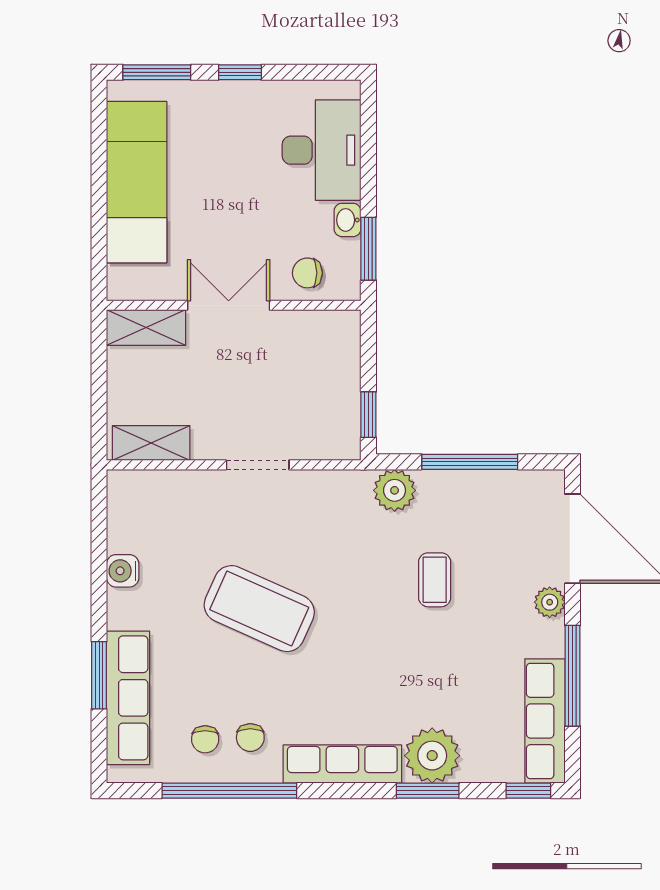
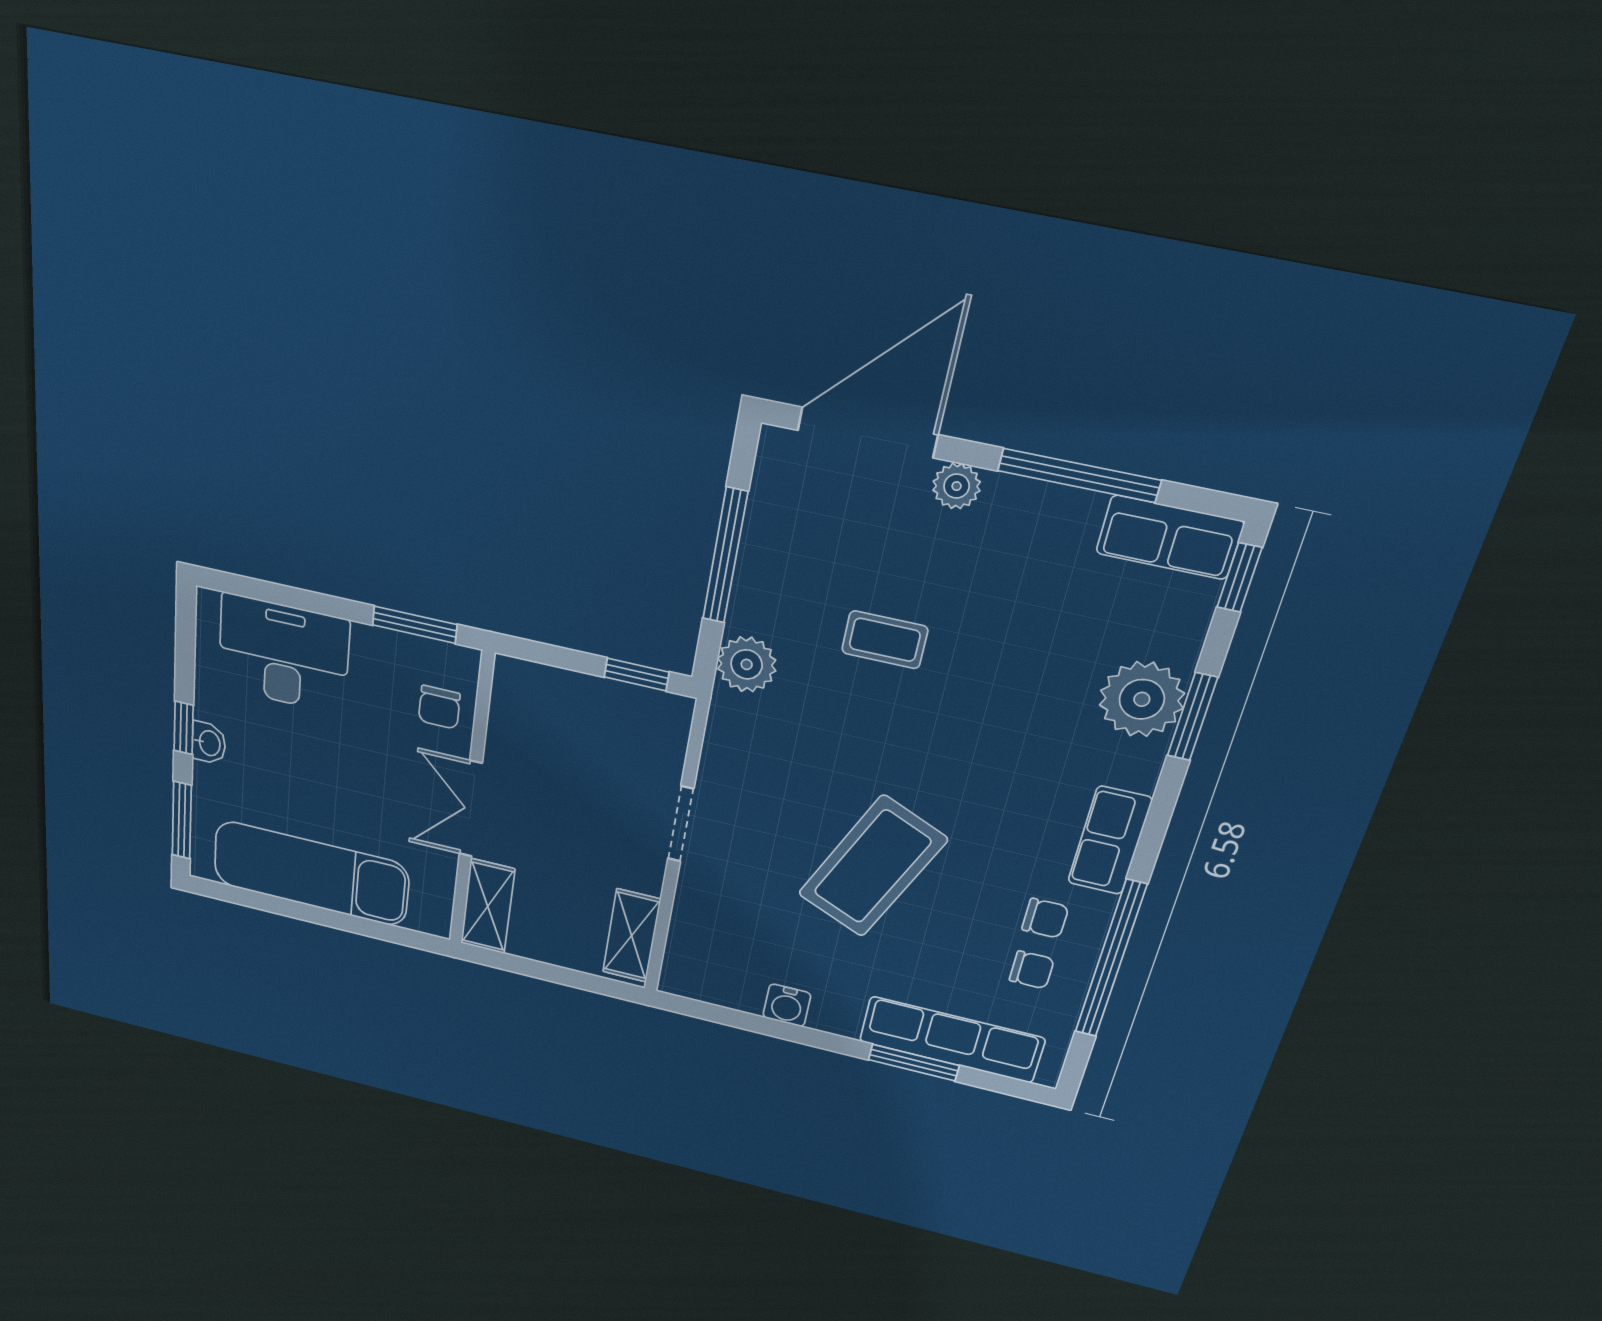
washbasin: (348, 220) -> (209, 743), moved, turned -90
row of seats: (545, 721) -> (1169, 537), width x0.68
row of seats: (342, 764) -> (1110, 841), width x0.68

